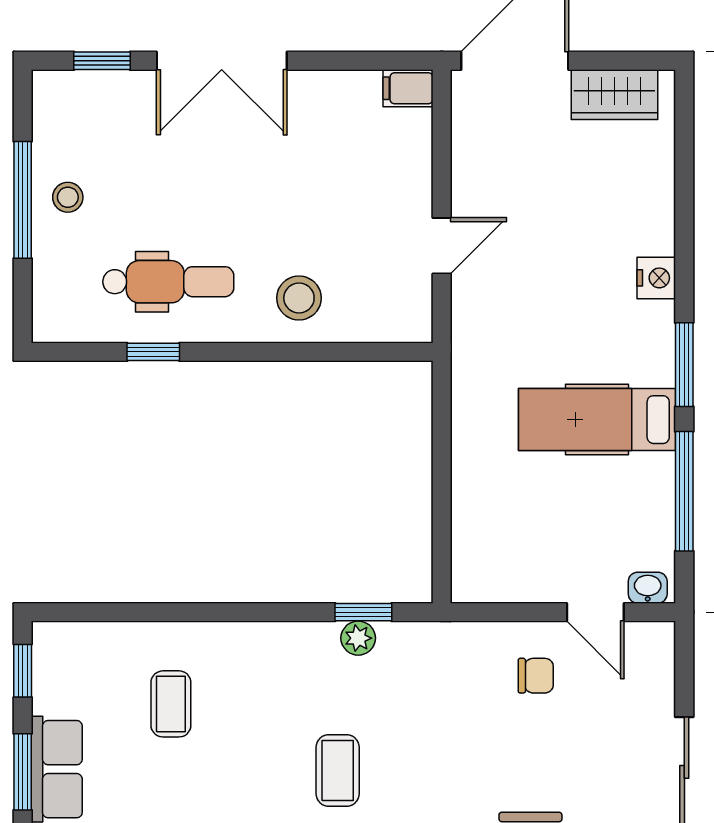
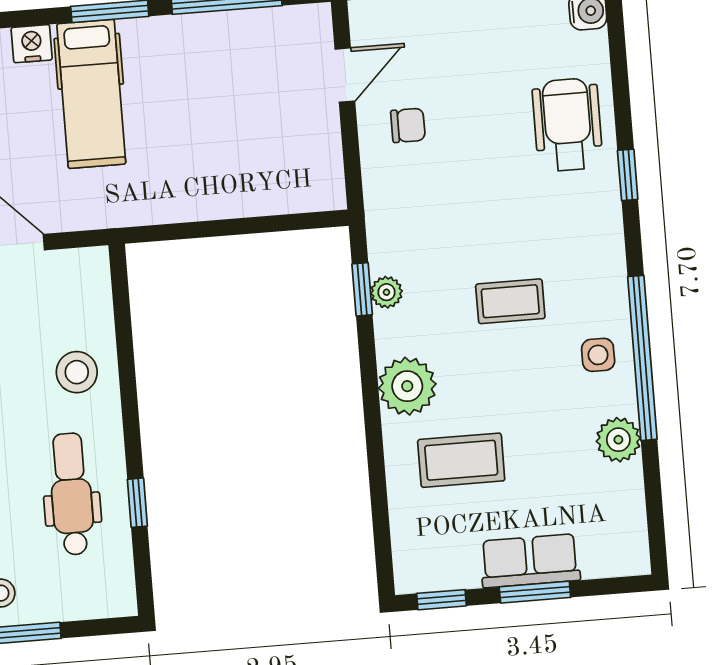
hospital bed: (597, 420) -> (91, 94), moved
washbasin: (648, 588) -> (318, 29), removed
plant: (255, 652) -> (407, 386), added
chair: (536, 676) -> (408, 125), turned 90
coffee table: (171, 704) -> (461, 460), width x1.36, depth x1.30

